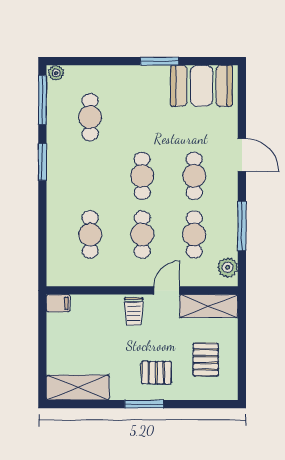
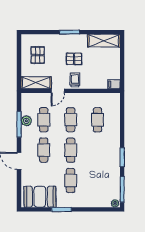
cafe table: (90, 117) -> (71, 180), moved
plant: (228, 267) -> (26, 121), moved
pallet: (156, 373) -> (74, 59), moved

